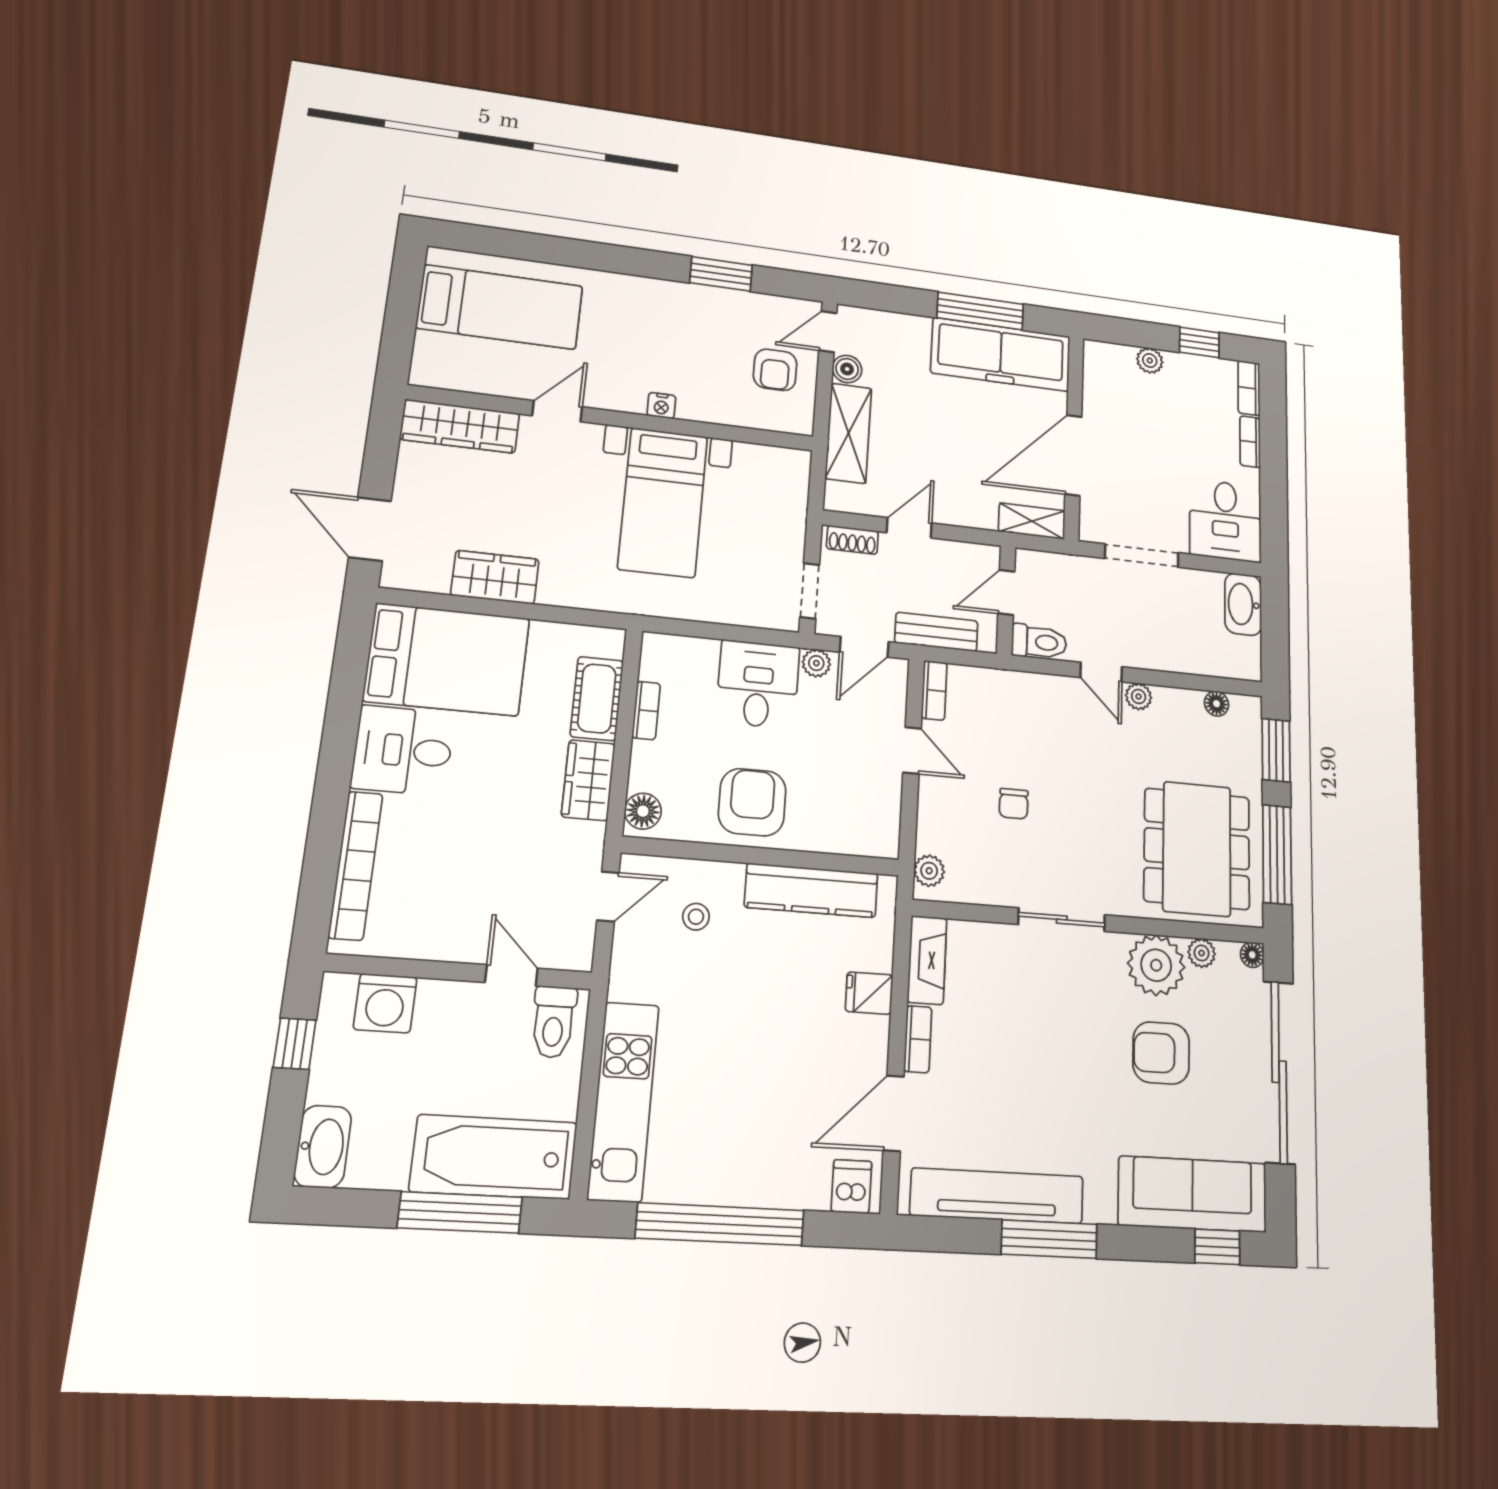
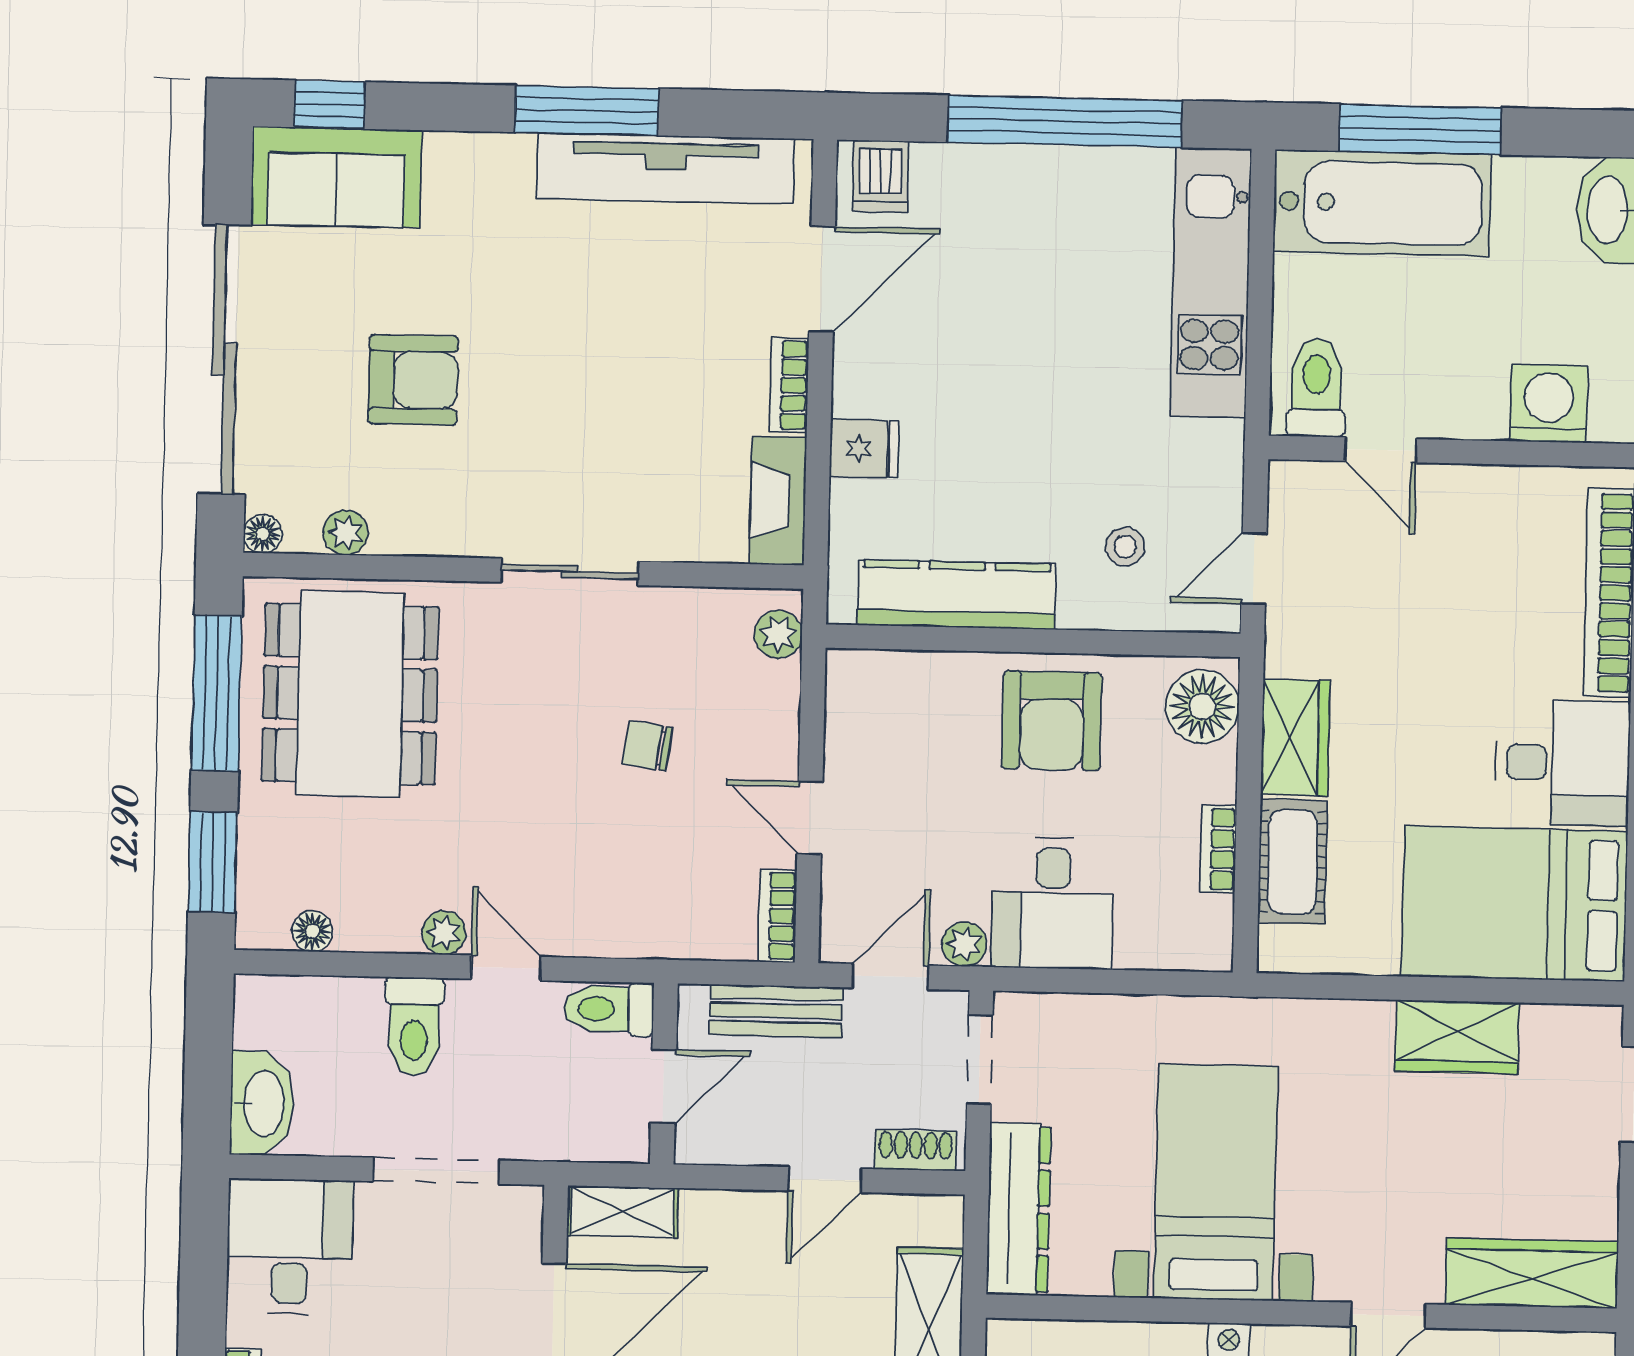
dresser: (789, 498) -> (1019, 1209), added
toilet: (1156, 641) -> (414, 1027), added
chair: (1014, 804) -> (648, 746), turned -82
floor lamp: (643, 811) -> (1202, 707), width x1.38, depth x1.38
plant: (1156, 965) -> (419, 511), removed
sofa: (1193, 1194) -> (336, 177), width x0.73

